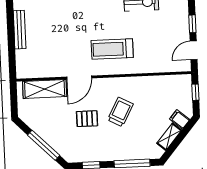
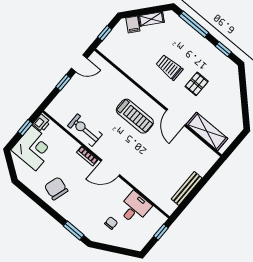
door: (79, 77) -> (176, 117), swing flipped
trolley: (120, 112) -> (169, 67), turned 62
pallet: (87, 119) -> (197, 84), turned 90
window: (44, 145) -> (244, 93), removed

